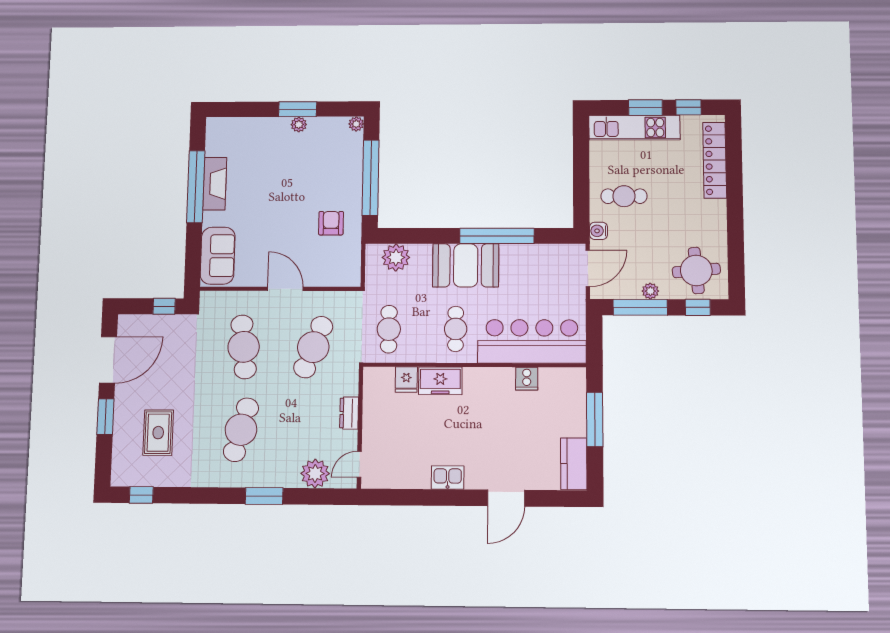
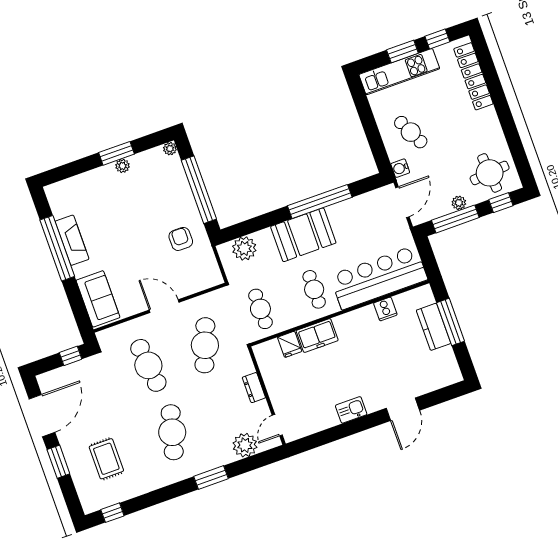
cafe table: (624, 196) -> (411, 132), turned 64
kitchen counter: (574, 464) -> (433, 327), moved

